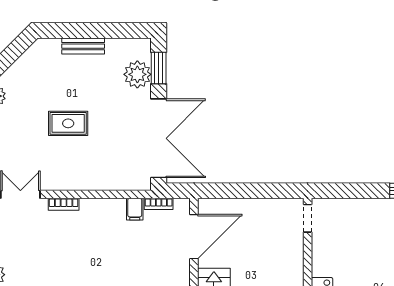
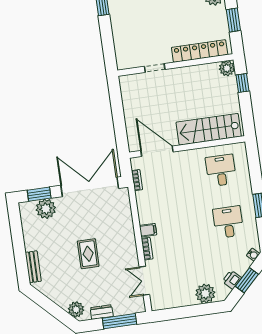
bench: (83, 46) -> (33, 267), moved
filing cabinet: (135, 209) -> (148, 230), moved
doorway: (308, 218) -> (155, 68), moved

